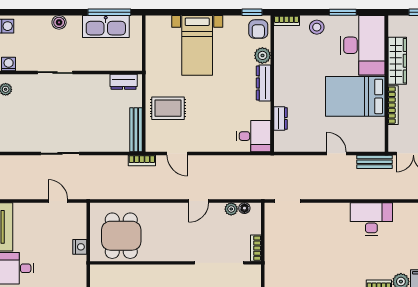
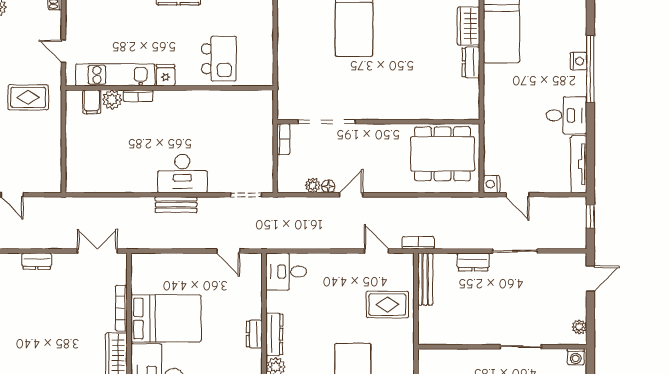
dresser: (124, 82) -> (473, 262), moved, turned 180
dresser: (280, 119) -> (254, 334), moved
door: (336, 153) -> (228, 251), moved
bench: (375, 162) -> (176, 205), moved
floor lamp: (244, 208) -> (328, 186), moved
desk: (371, 219) -> (182, 174), moved
dining table: (121, 236) -> (443, 154), width x1.37
nightstand: (80, 247) -> (492, 184), moved

